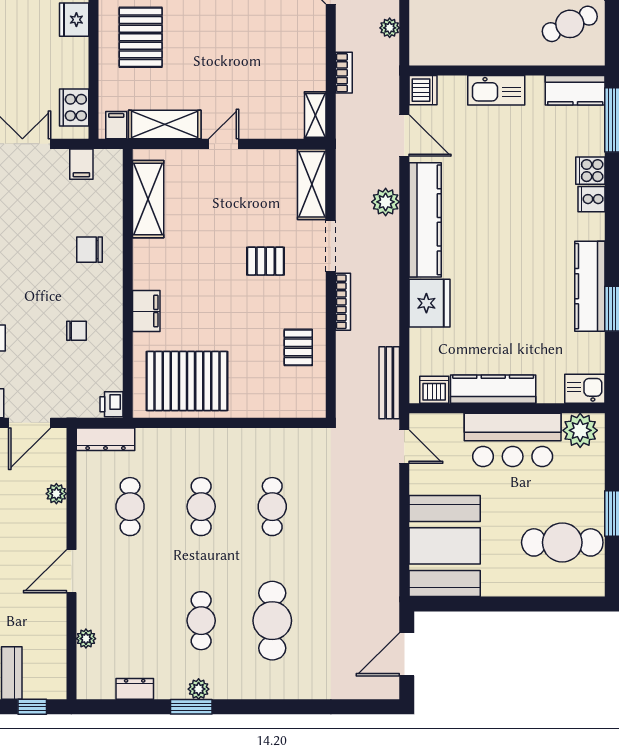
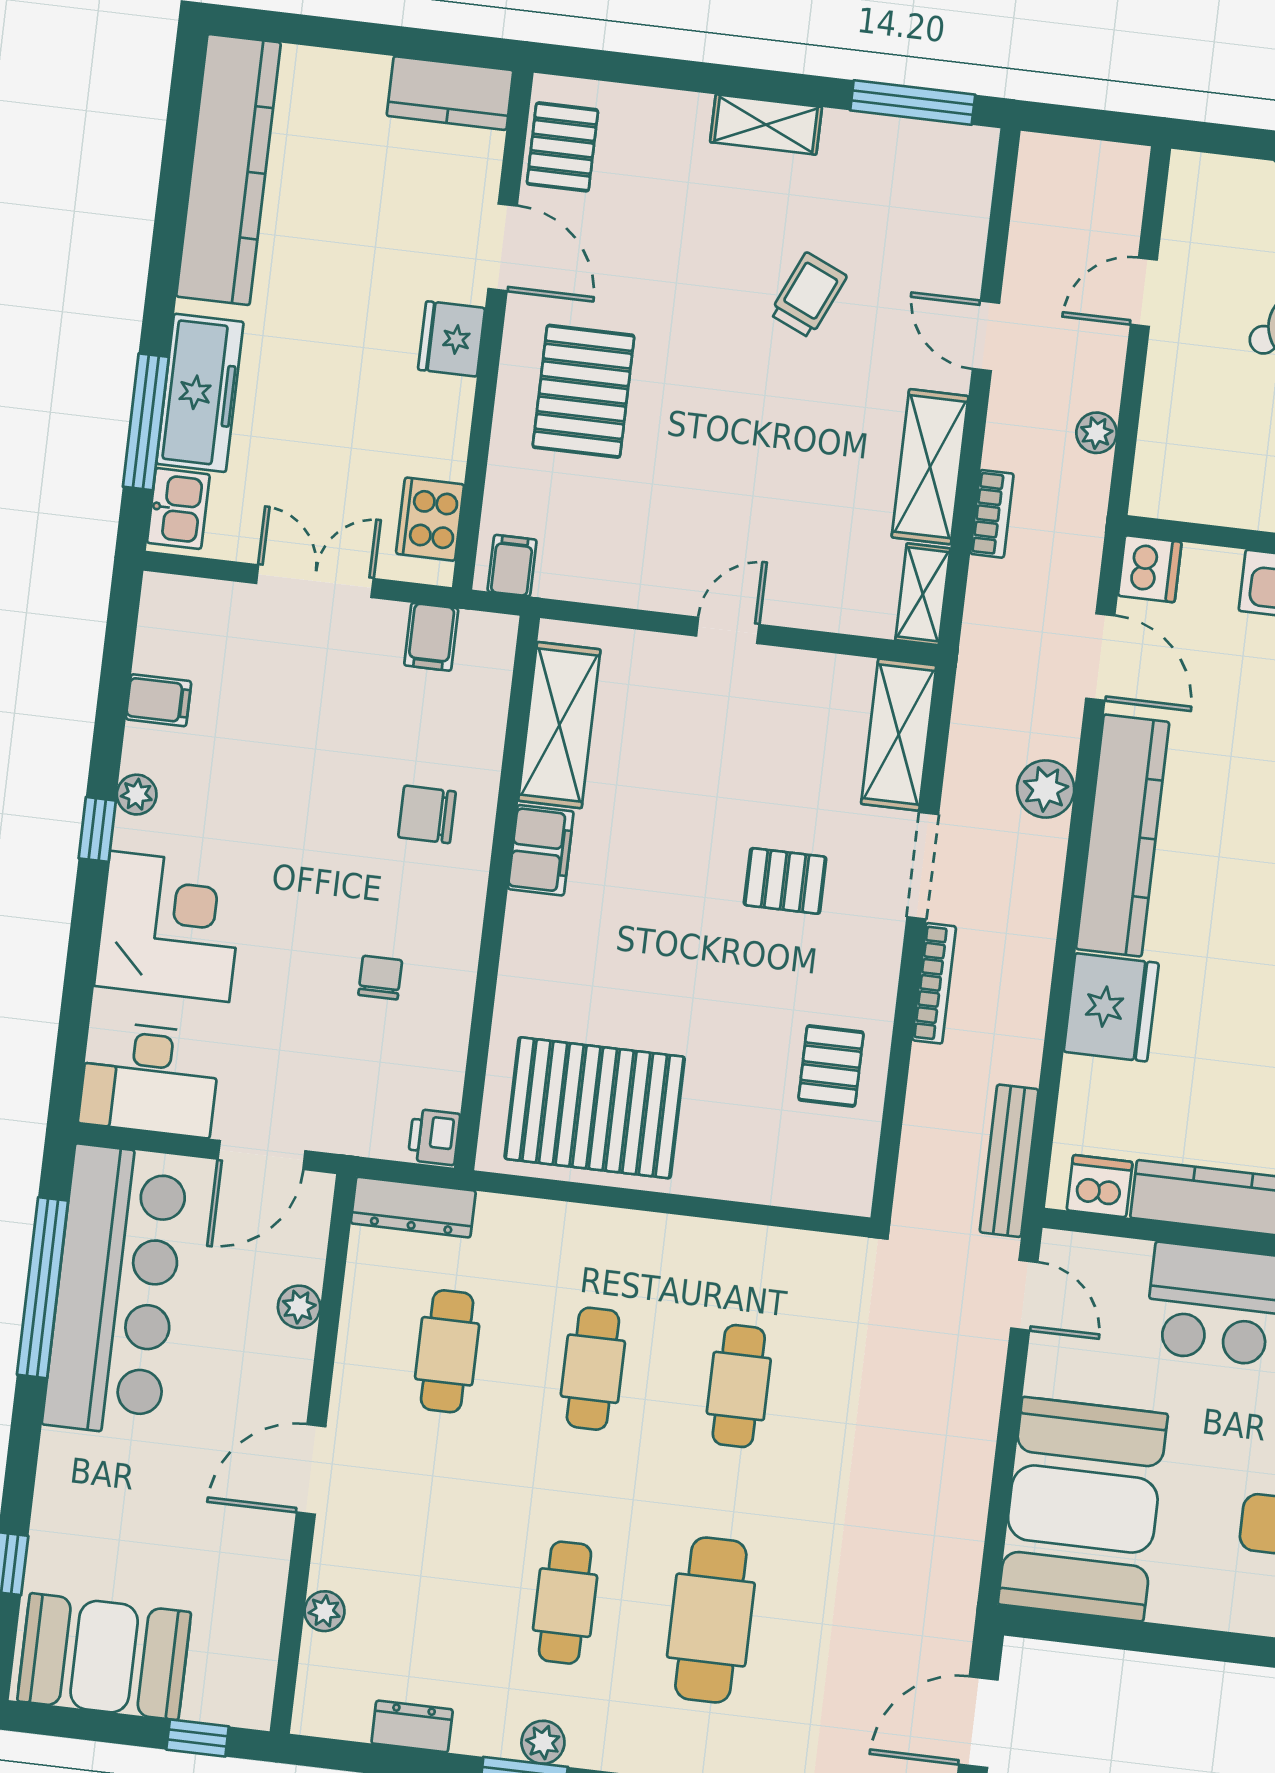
shelving: (165, 125) -> (930, 467), moved, turned 90
filing cabinet: (146, 311) -> (541, 850), moved
chair: (76, 331) -> (380, 978), turned -90

